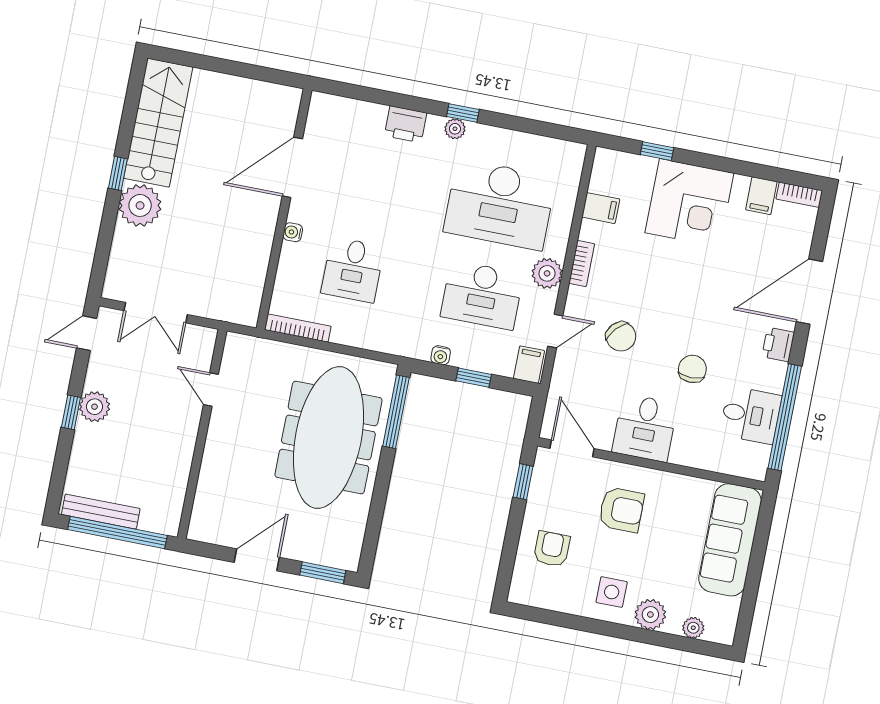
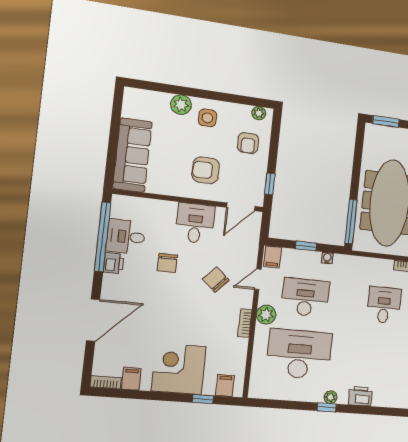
filing cabinet: (601, 208) -> (225, 386), moved, turned 90
printer: (778, 344) -> (114, 263), moved
door: (572, 448) -> (241, 207), hinge flipped
plant: (693, 628) -> (259, 113), moved

